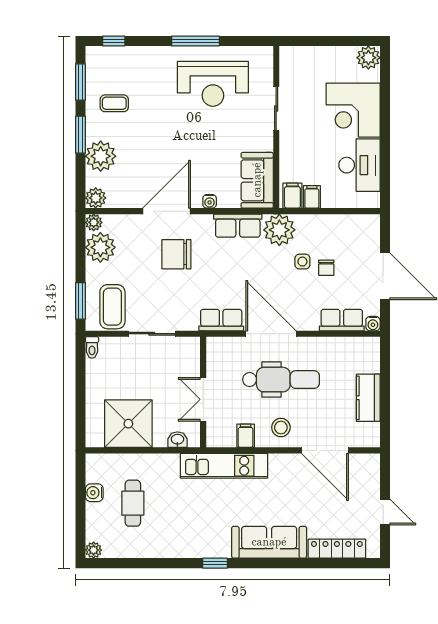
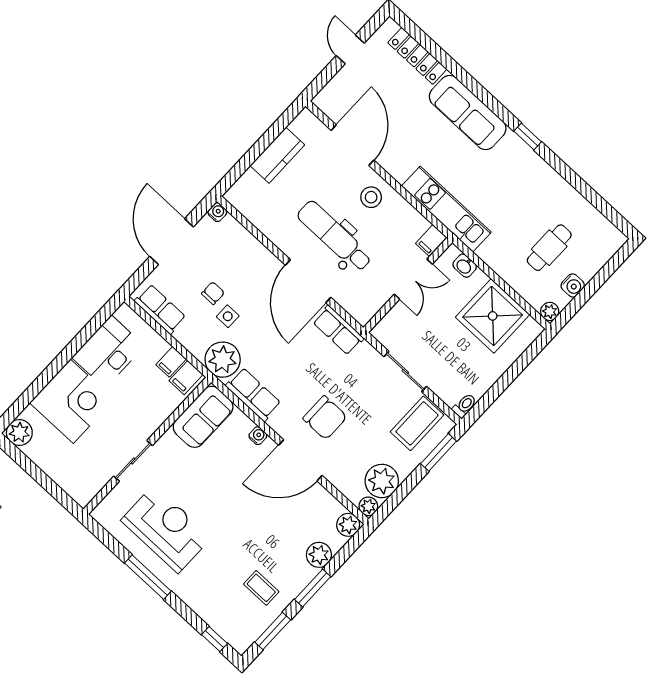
plant: (101, 156) -> (319, 555), width x0.73, depth x0.73
row of seats: (342, 320) -> (160, 309), moved, turned 180
filing cabinet: (246, 436) -> (431, 241), moved
plant: (94, 550) -> (550, 311), moved

